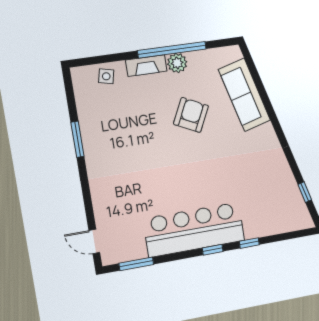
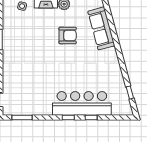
armchair: (191, 115) -> (68, 35), turned 64
bar counter: (194, 230) -> (82, 103), moved

